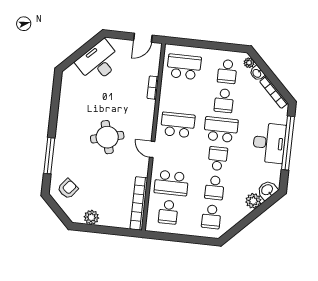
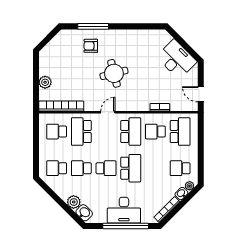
school desk: (224, 101) -> (155, 132), moved
armchair: (68, 189) -> (91, 46), moved, turned 141
plant: (91, 217) -> (45, 82), moved

